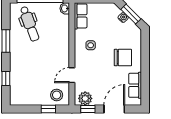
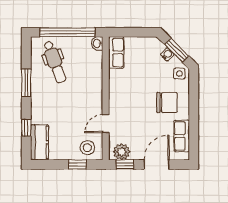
side table: (91, 45) -> (179, 74), moved
kitchen counter: (17, 91) -> (40, 142), added

